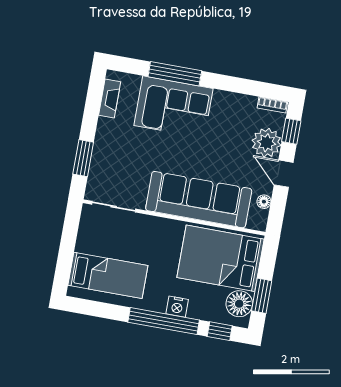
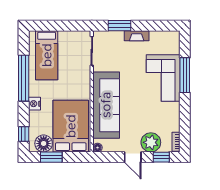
fireplace: (110, 98) -> (137, 36), moved
door: (284, 174) -> (133, 157), swing flipped
floor lamp: (264, 202) -> (98, 148), moved
window: (164, 321) -> (24, 78), moved

